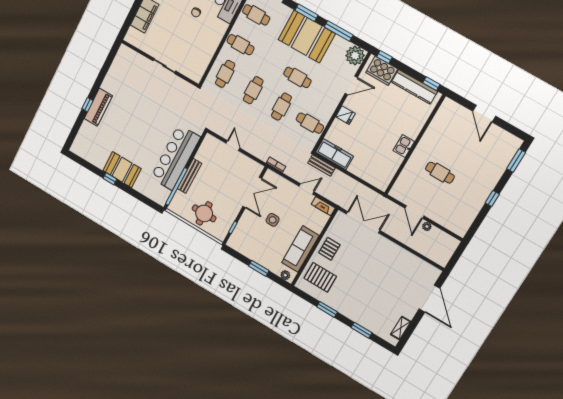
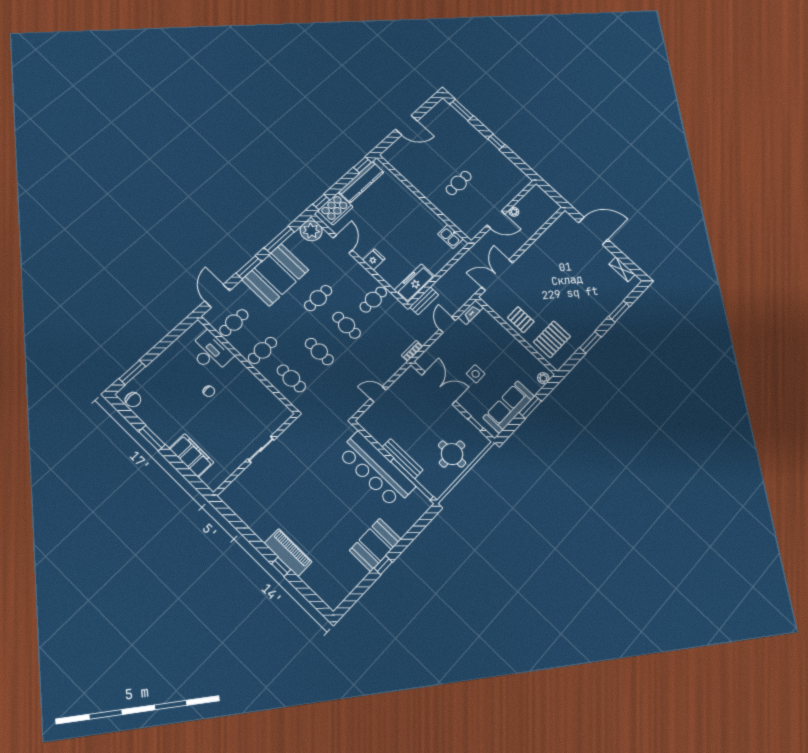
kitchen sink: (404, 146) -> (450, 236), moved
sofa: (300, 249) -> (509, 407), moved, turned 90

